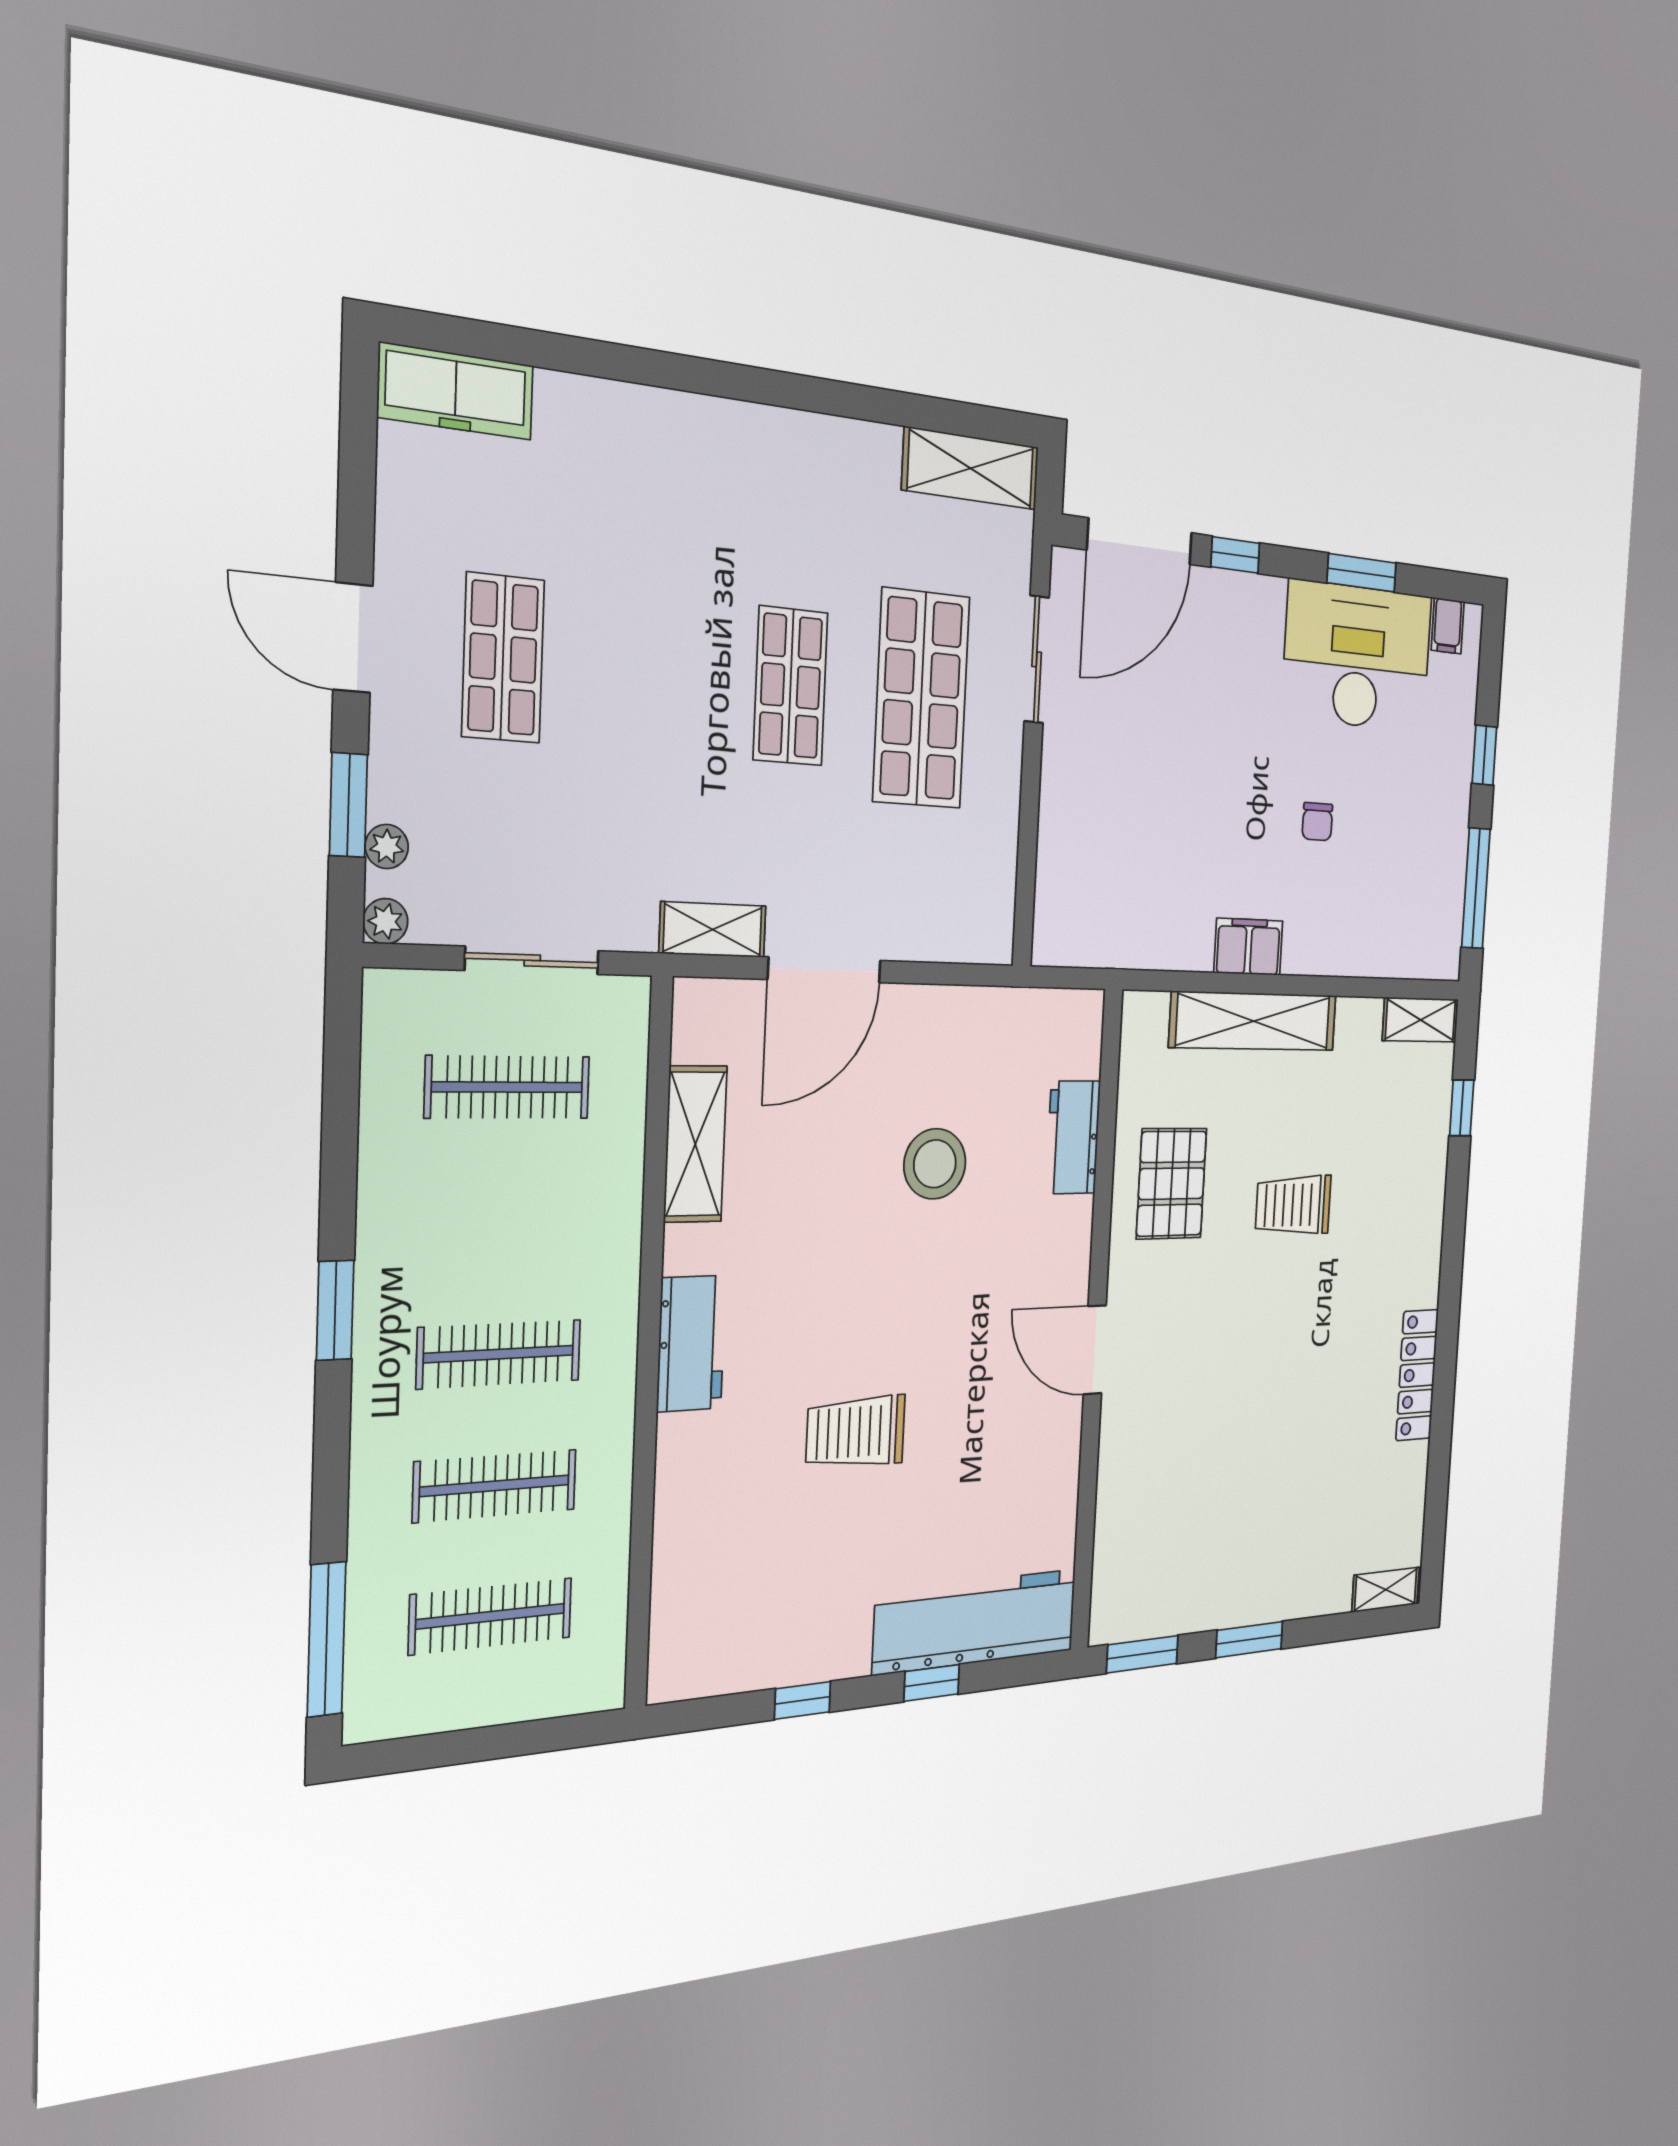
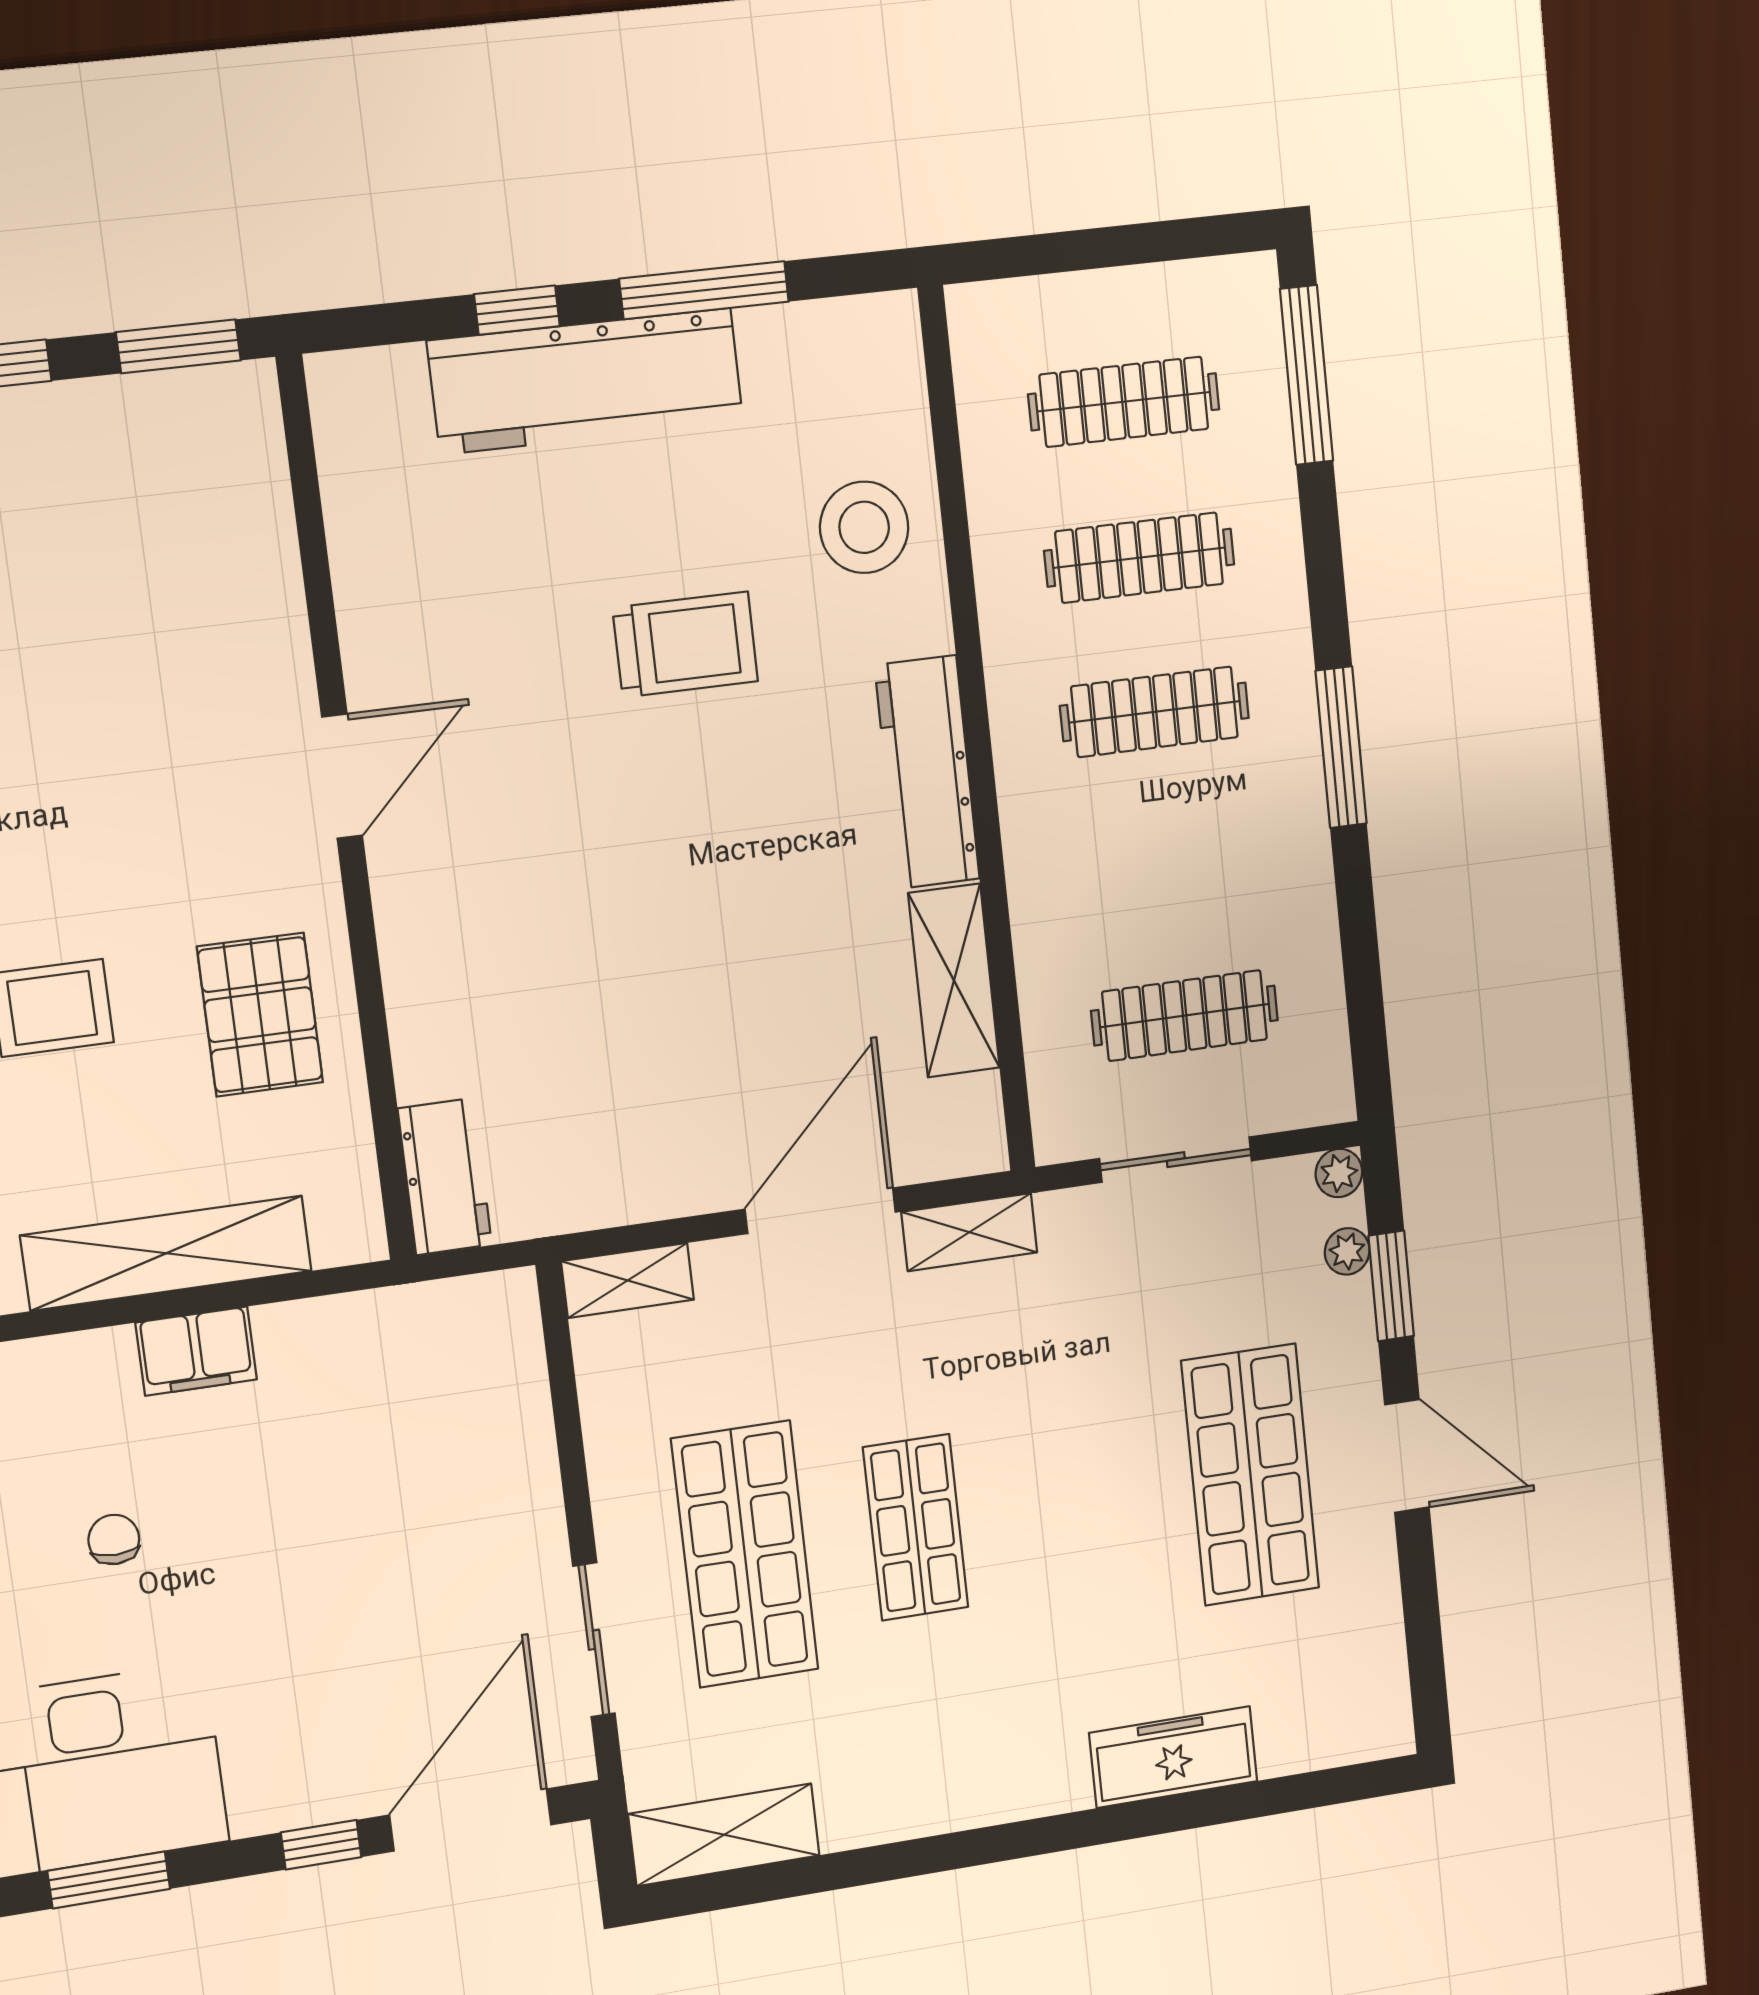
freezer: (456, 391) -> (1173, 1757), moved
shop shelf: (503, 658) -> (1250, 1475), width x1.43, depth x1.36
shelving: (970, 941) -> (628, 1280), added
workbench: (1073, 1137) -> (445, 1177), moved
stool: (935, 1164) -> (864, 527), moved
window: (335, 1310) -> (1341, 747), width x1.44
workbench: (691, 1343) -> (927, 772), width x1.38
door: (1095, 1350) -> (342, 776), hinge flipped
workbench: (976, 1622) -> (586, 381), moved
window: (803, 1700) -> (704, 290), width x2.17

